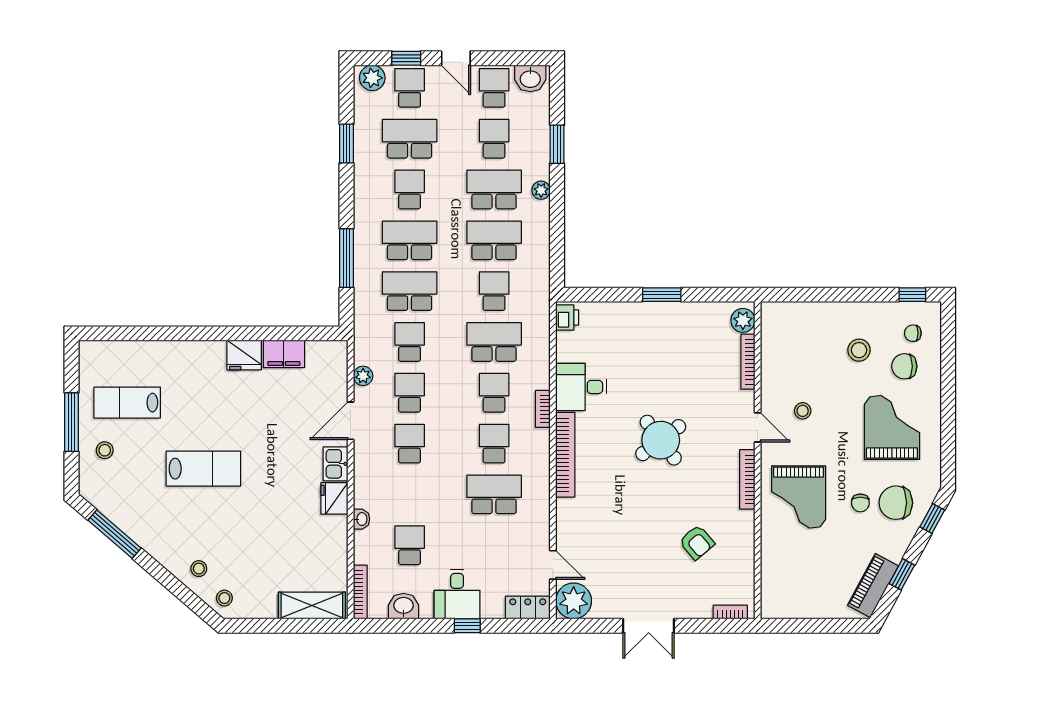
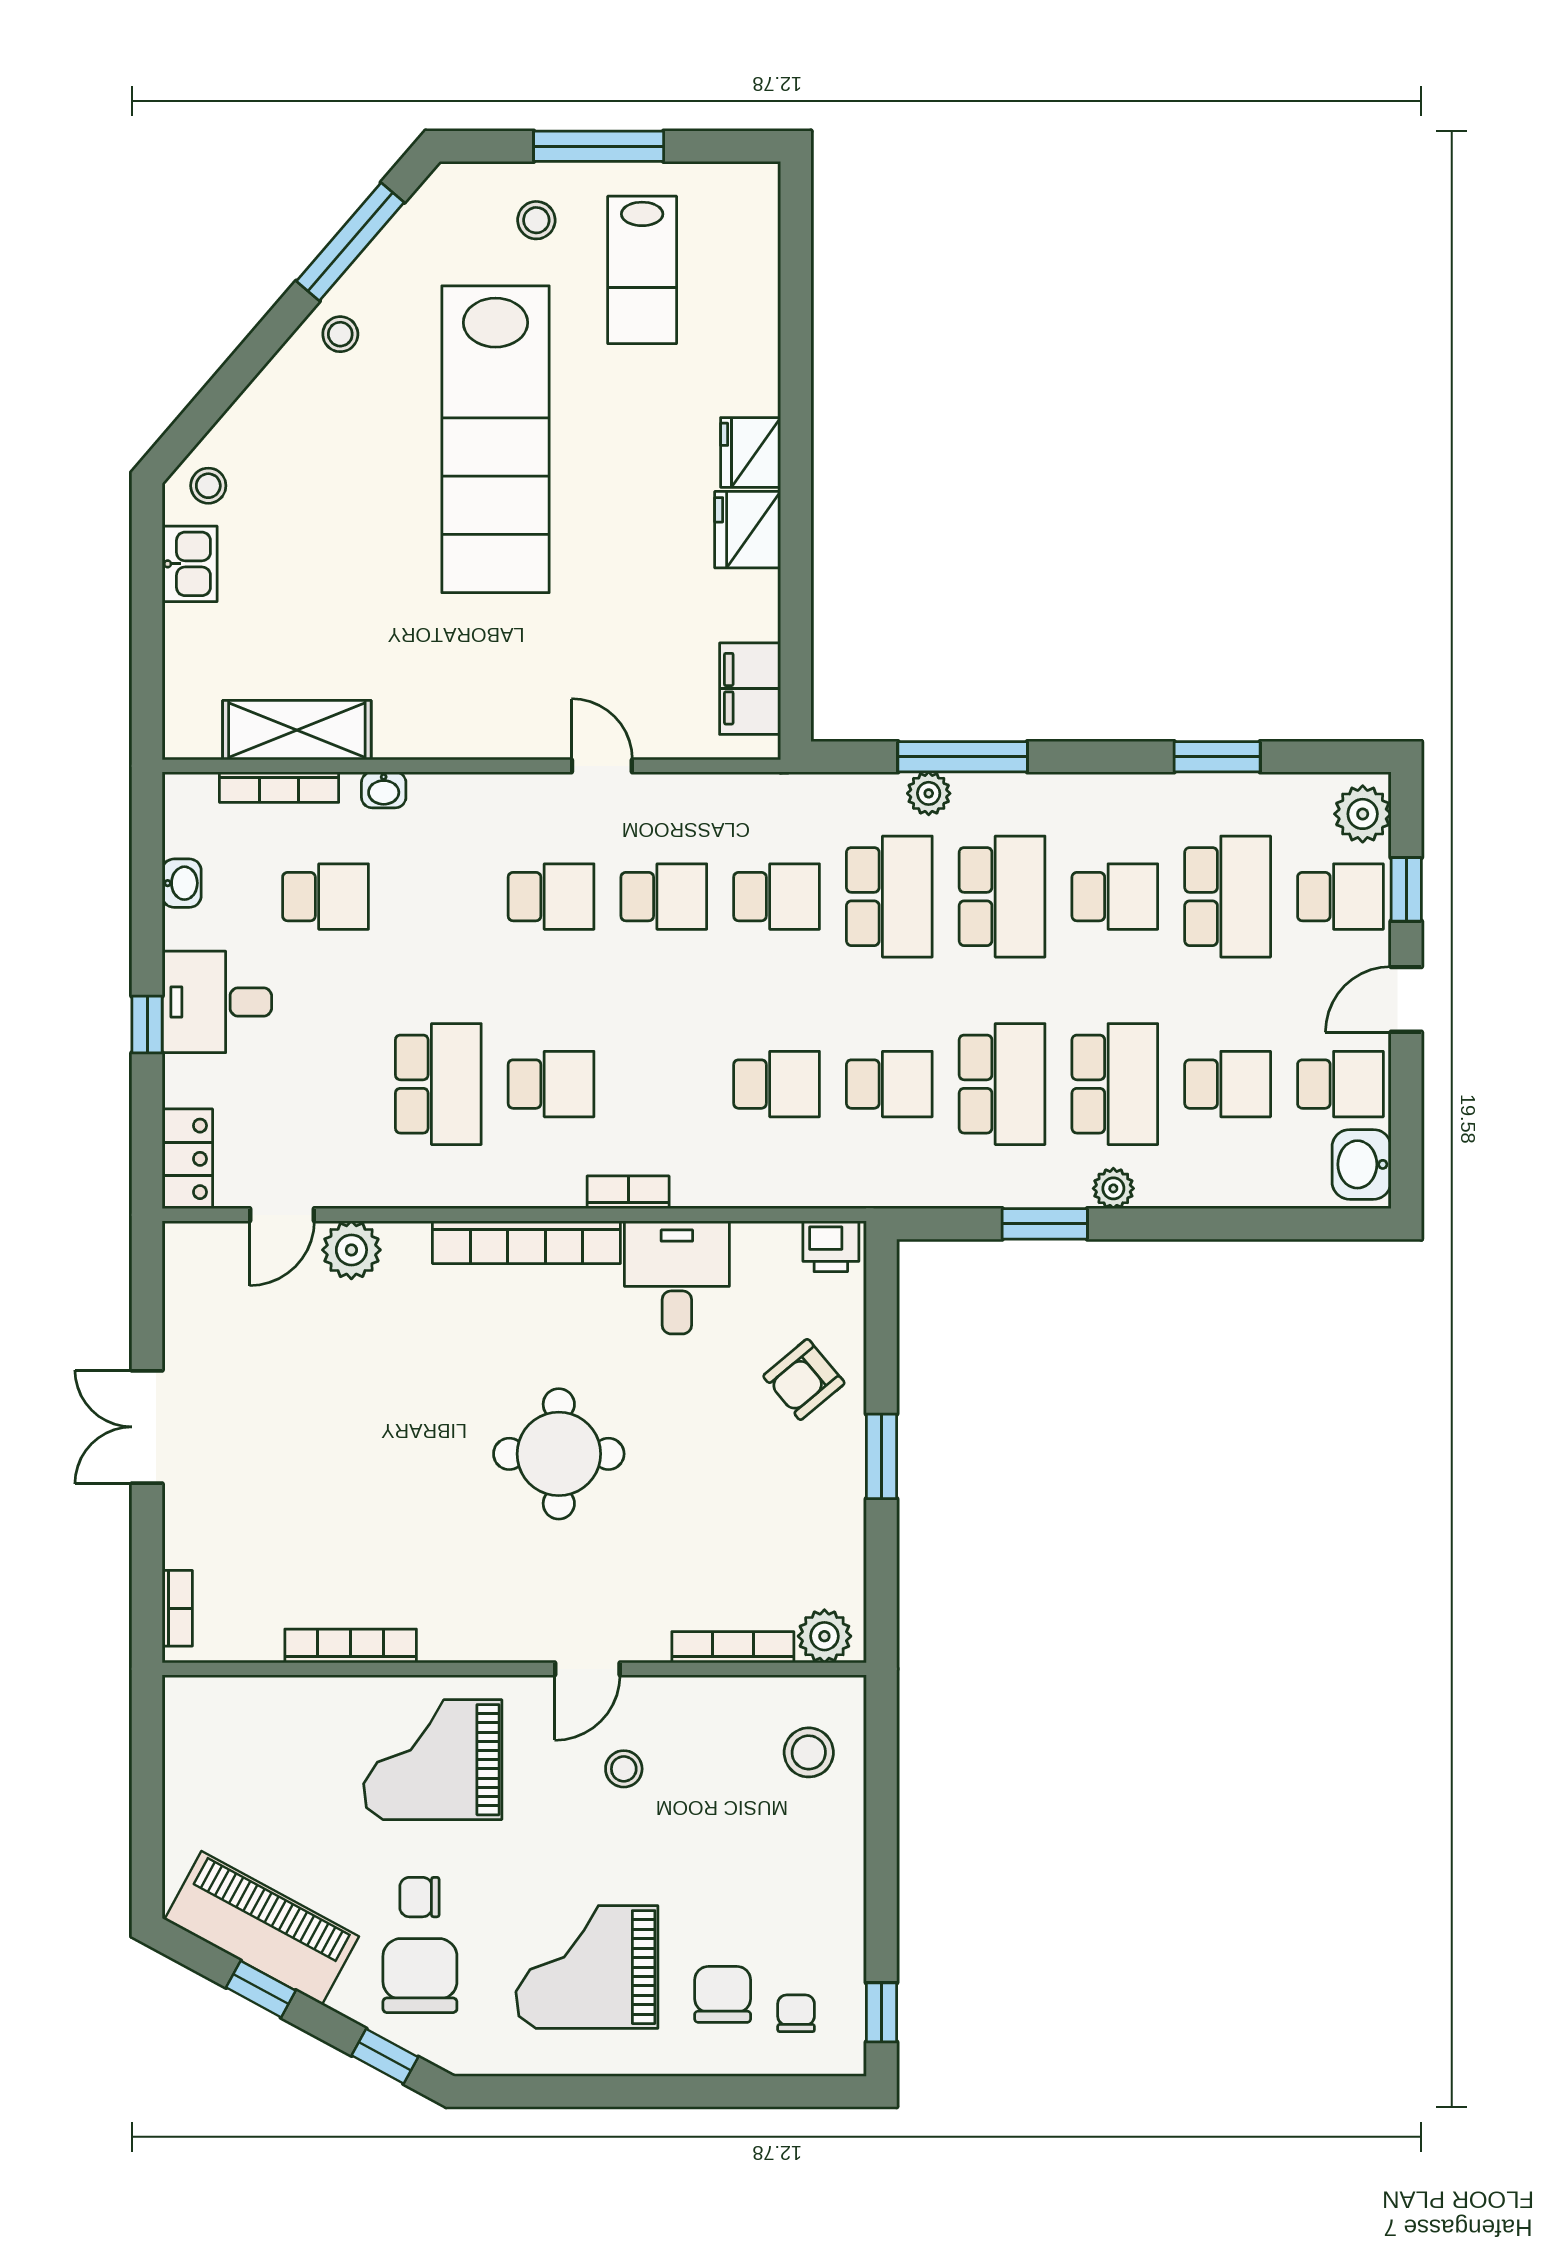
window: (557, 144) -> (1045, 1224), moved
school desk: (494, 342) -> (777, 1084), width x0.54
stool: (859, 350) -> (809, 1752), moved
filing cabinet: (284, 354) -> (750, 689), moved
plant: (363, 376) -> (929, 793), moved
school desk: (494, 393) -> (664, 1084), removed
lab bench: (127, 403) -> (642, 270), turned 180
door: (351, 421) -> (602, 766), width x0.73
grand piano: (892, 427) -> (587, 1967), turned 180
round table: (661, 440) -> (559, 1454), turned 37
kitchen sink: (336, 464) -> (190, 564), moved, turned 90
lab bench: (203, 469) -> (496, 439), width x1.86, depth x1.39
bookcase: (747, 479) -> (351, 1646), moved
fridge: (334, 498) -> (751, 452), moved, turned -90
armchair: (697, 542) -> (804, 1379), moved
stool: (199, 569) -> (340, 334), moved
piano: (873, 586) -> (262, 1928), width x1.37, depth x1.33
bookcase: (360, 592) -> (279, 787), moved
plant: (574, 601) -> (351, 1250), moved, width x0.73, depth x0.73
shelving: (312, 605) -> (297, 730), moved, turned 90
washbasin: (404, 606) -> (182, 883), width x0.72, depth x0.69

